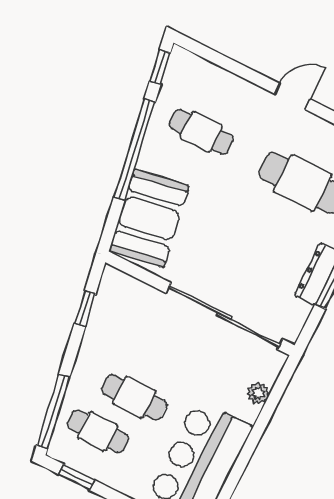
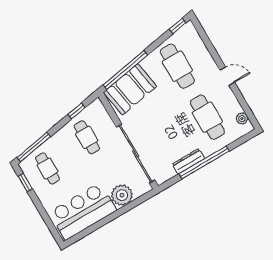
cafe table: (201, 132) -> (177, 66), width x1.37, depth x1.35
window: (134, 150) -> (125, 70), moved
plant: (258, 393) -> (122, 195), width x1.88, depth x1.88
cafe table: (134, 397) -> (87, 137), moved

